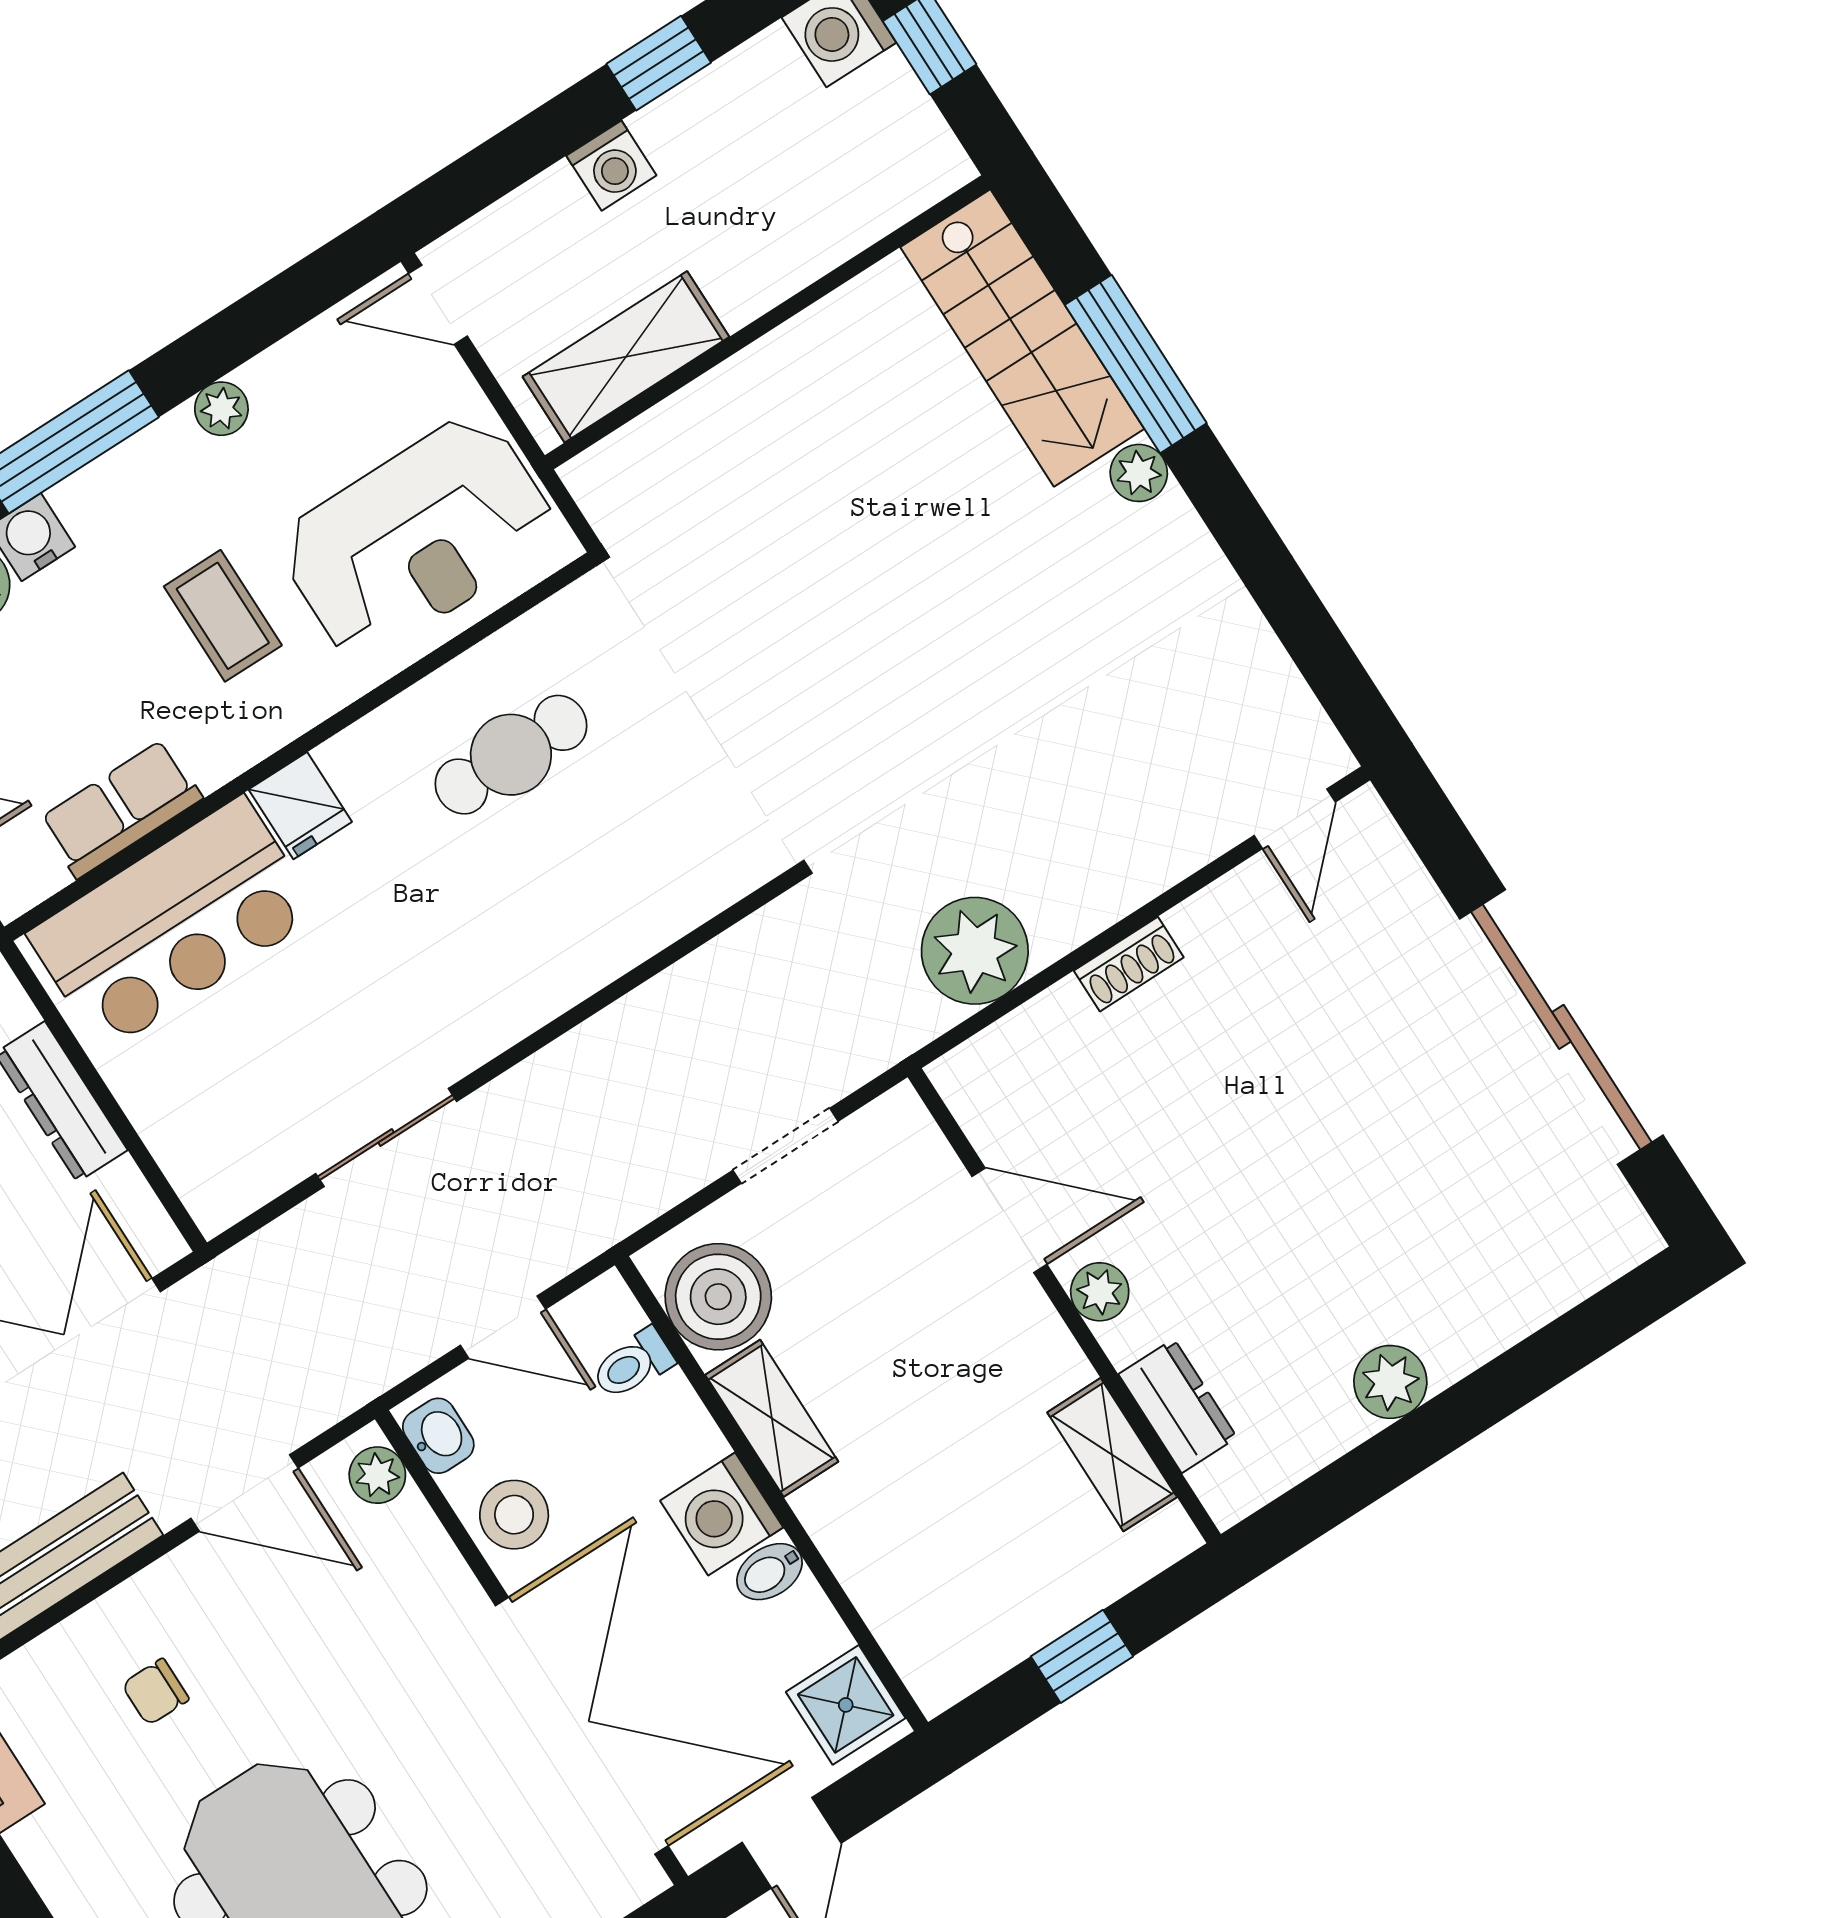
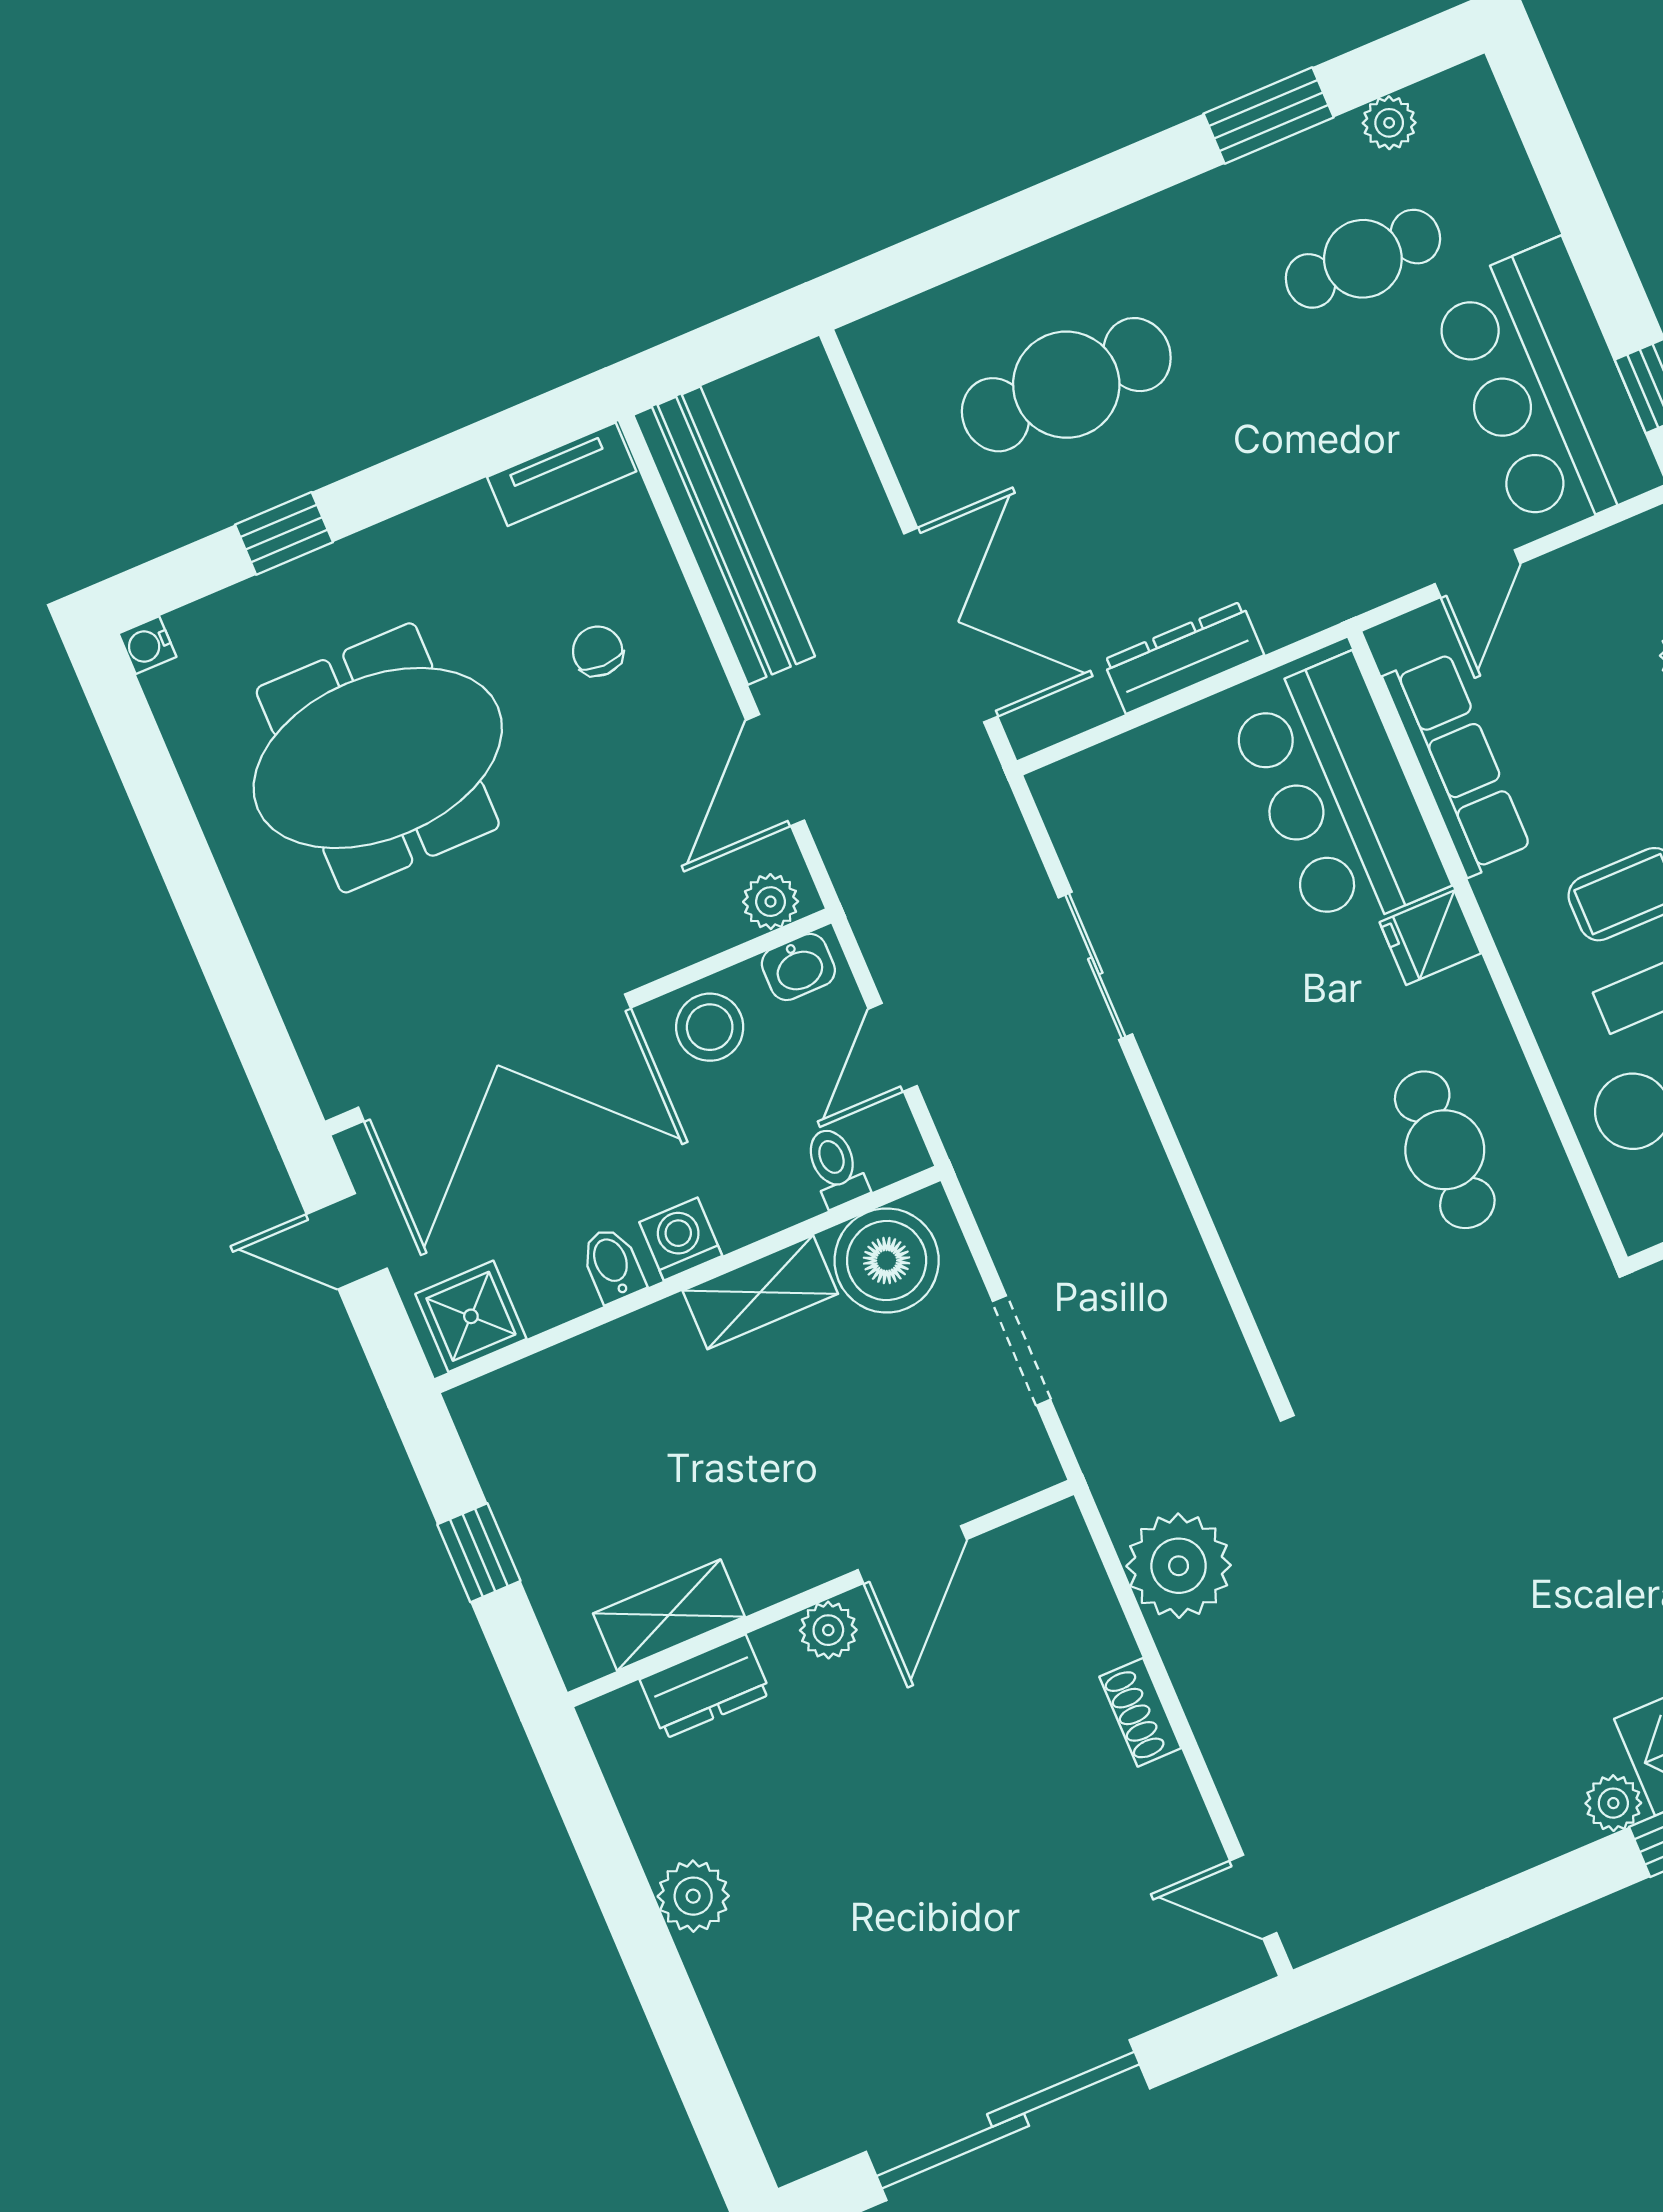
row of seats: (121, 809) -> (1457, 764), width x1.48
washing machine: (722, 1514) -> (681, 1239), width x0.73, depth x0.73

